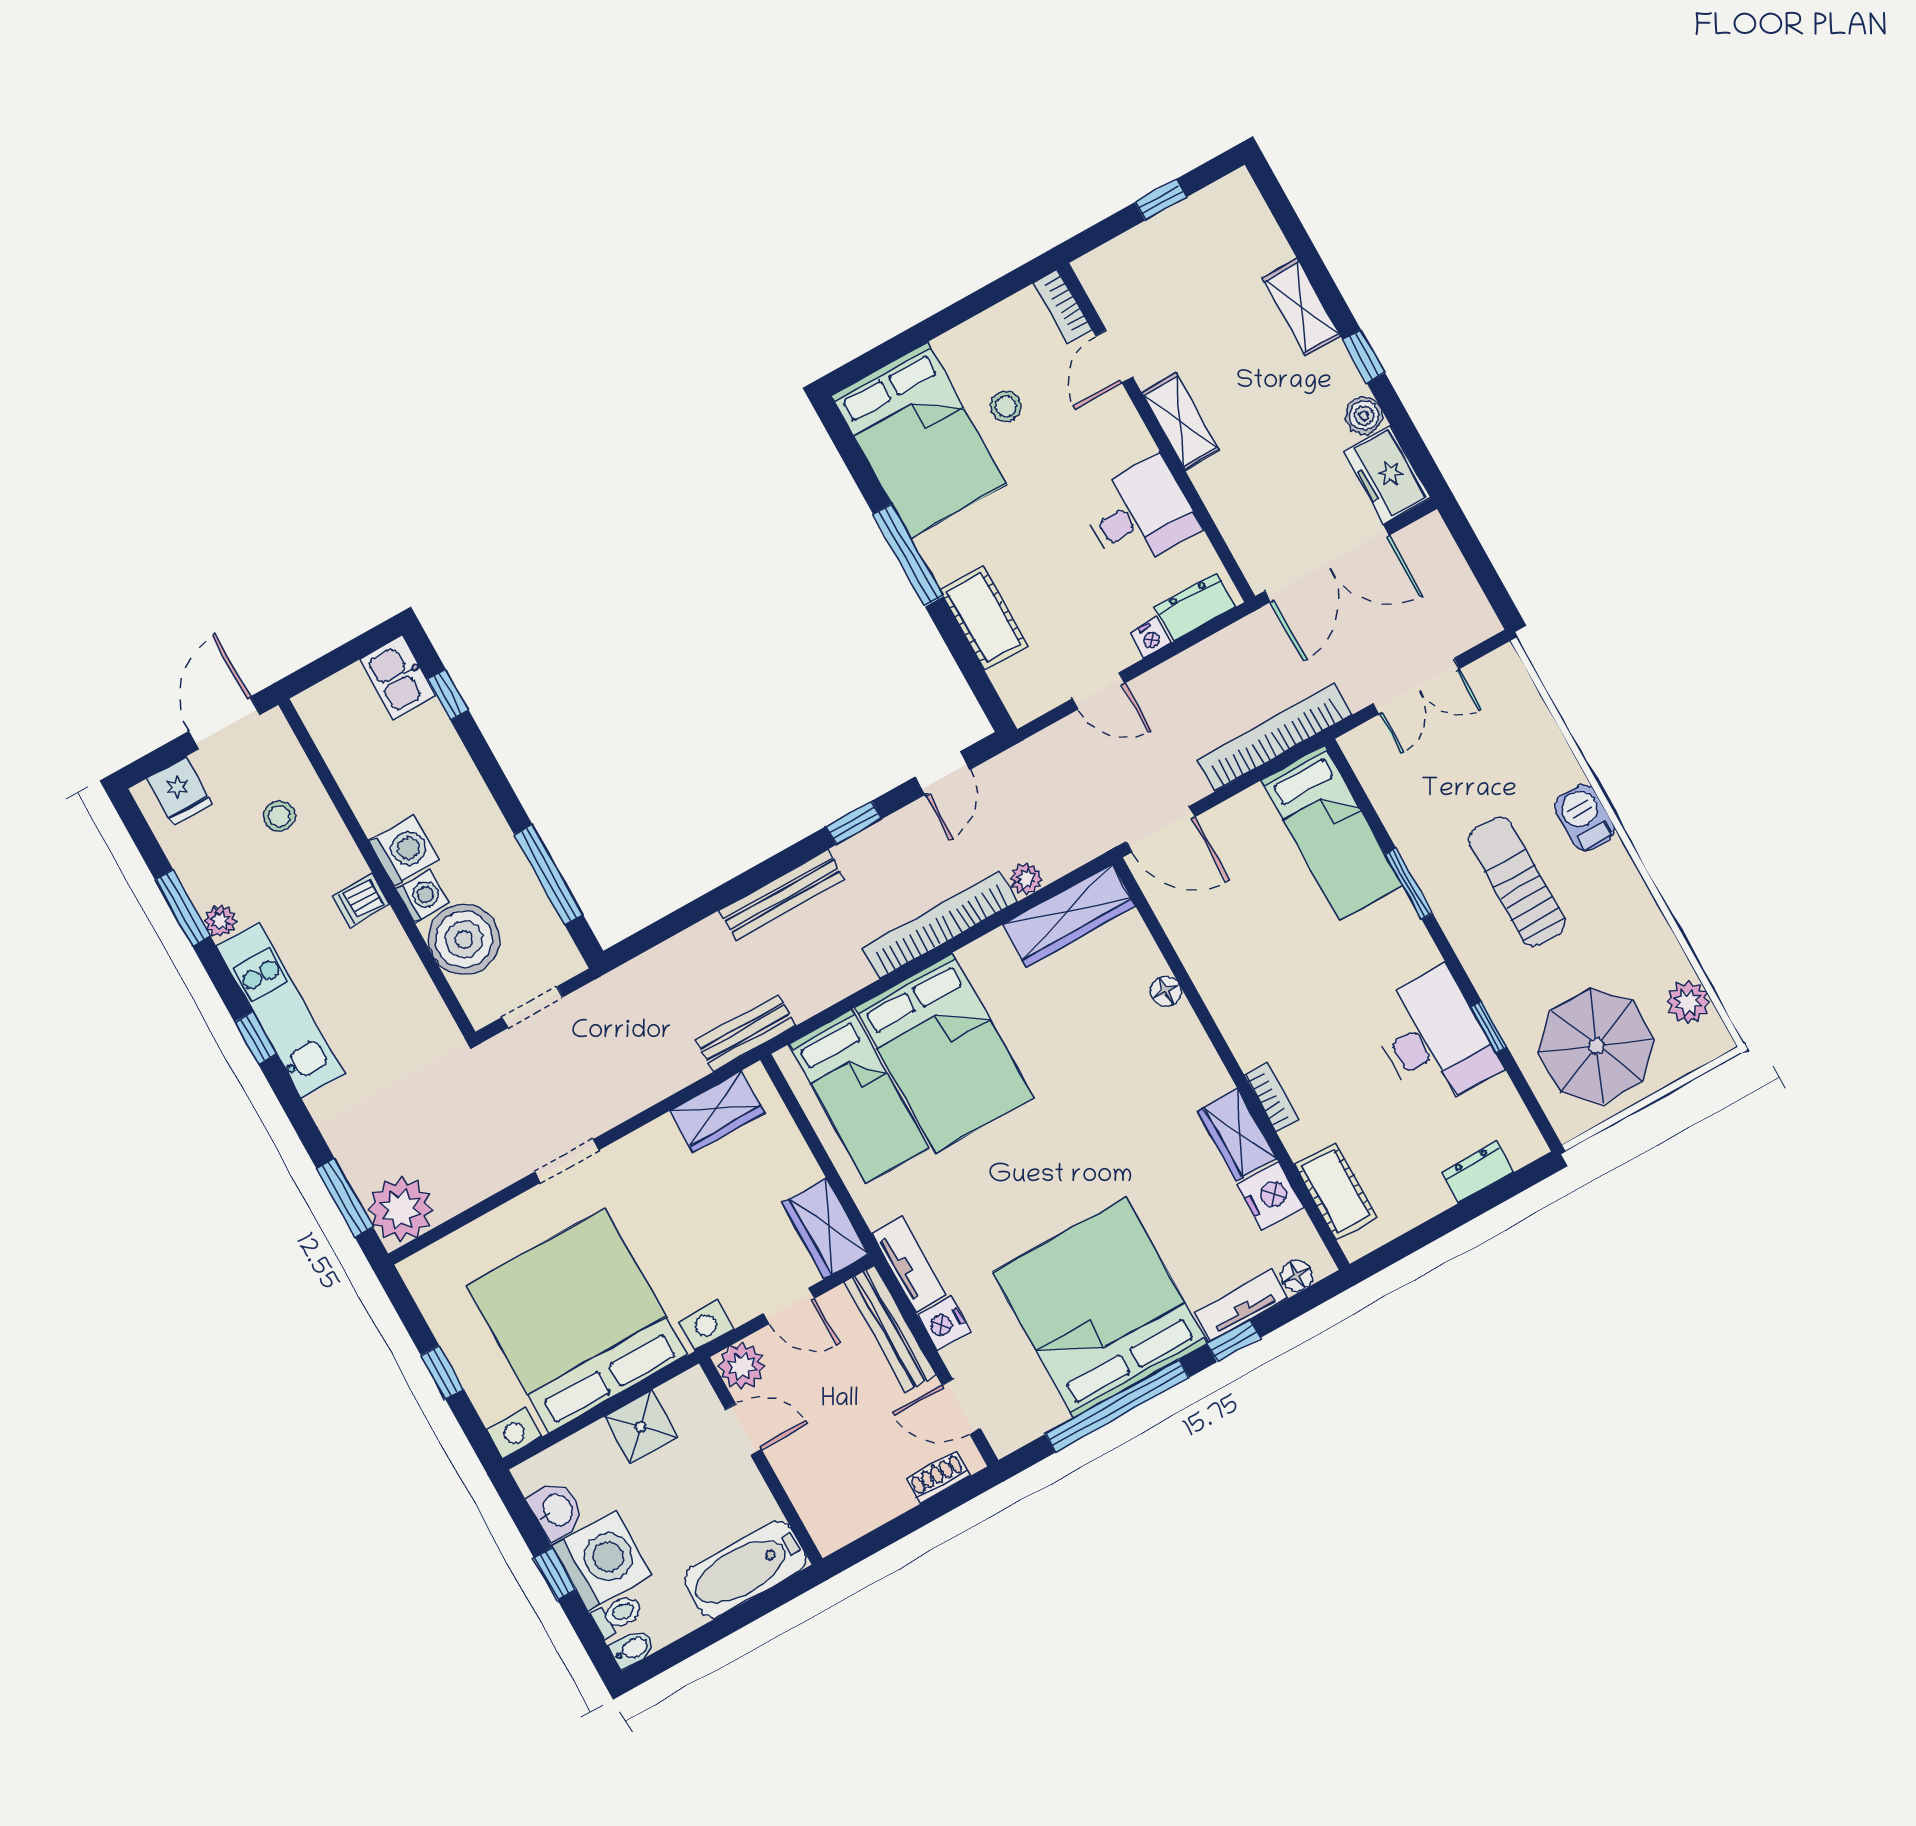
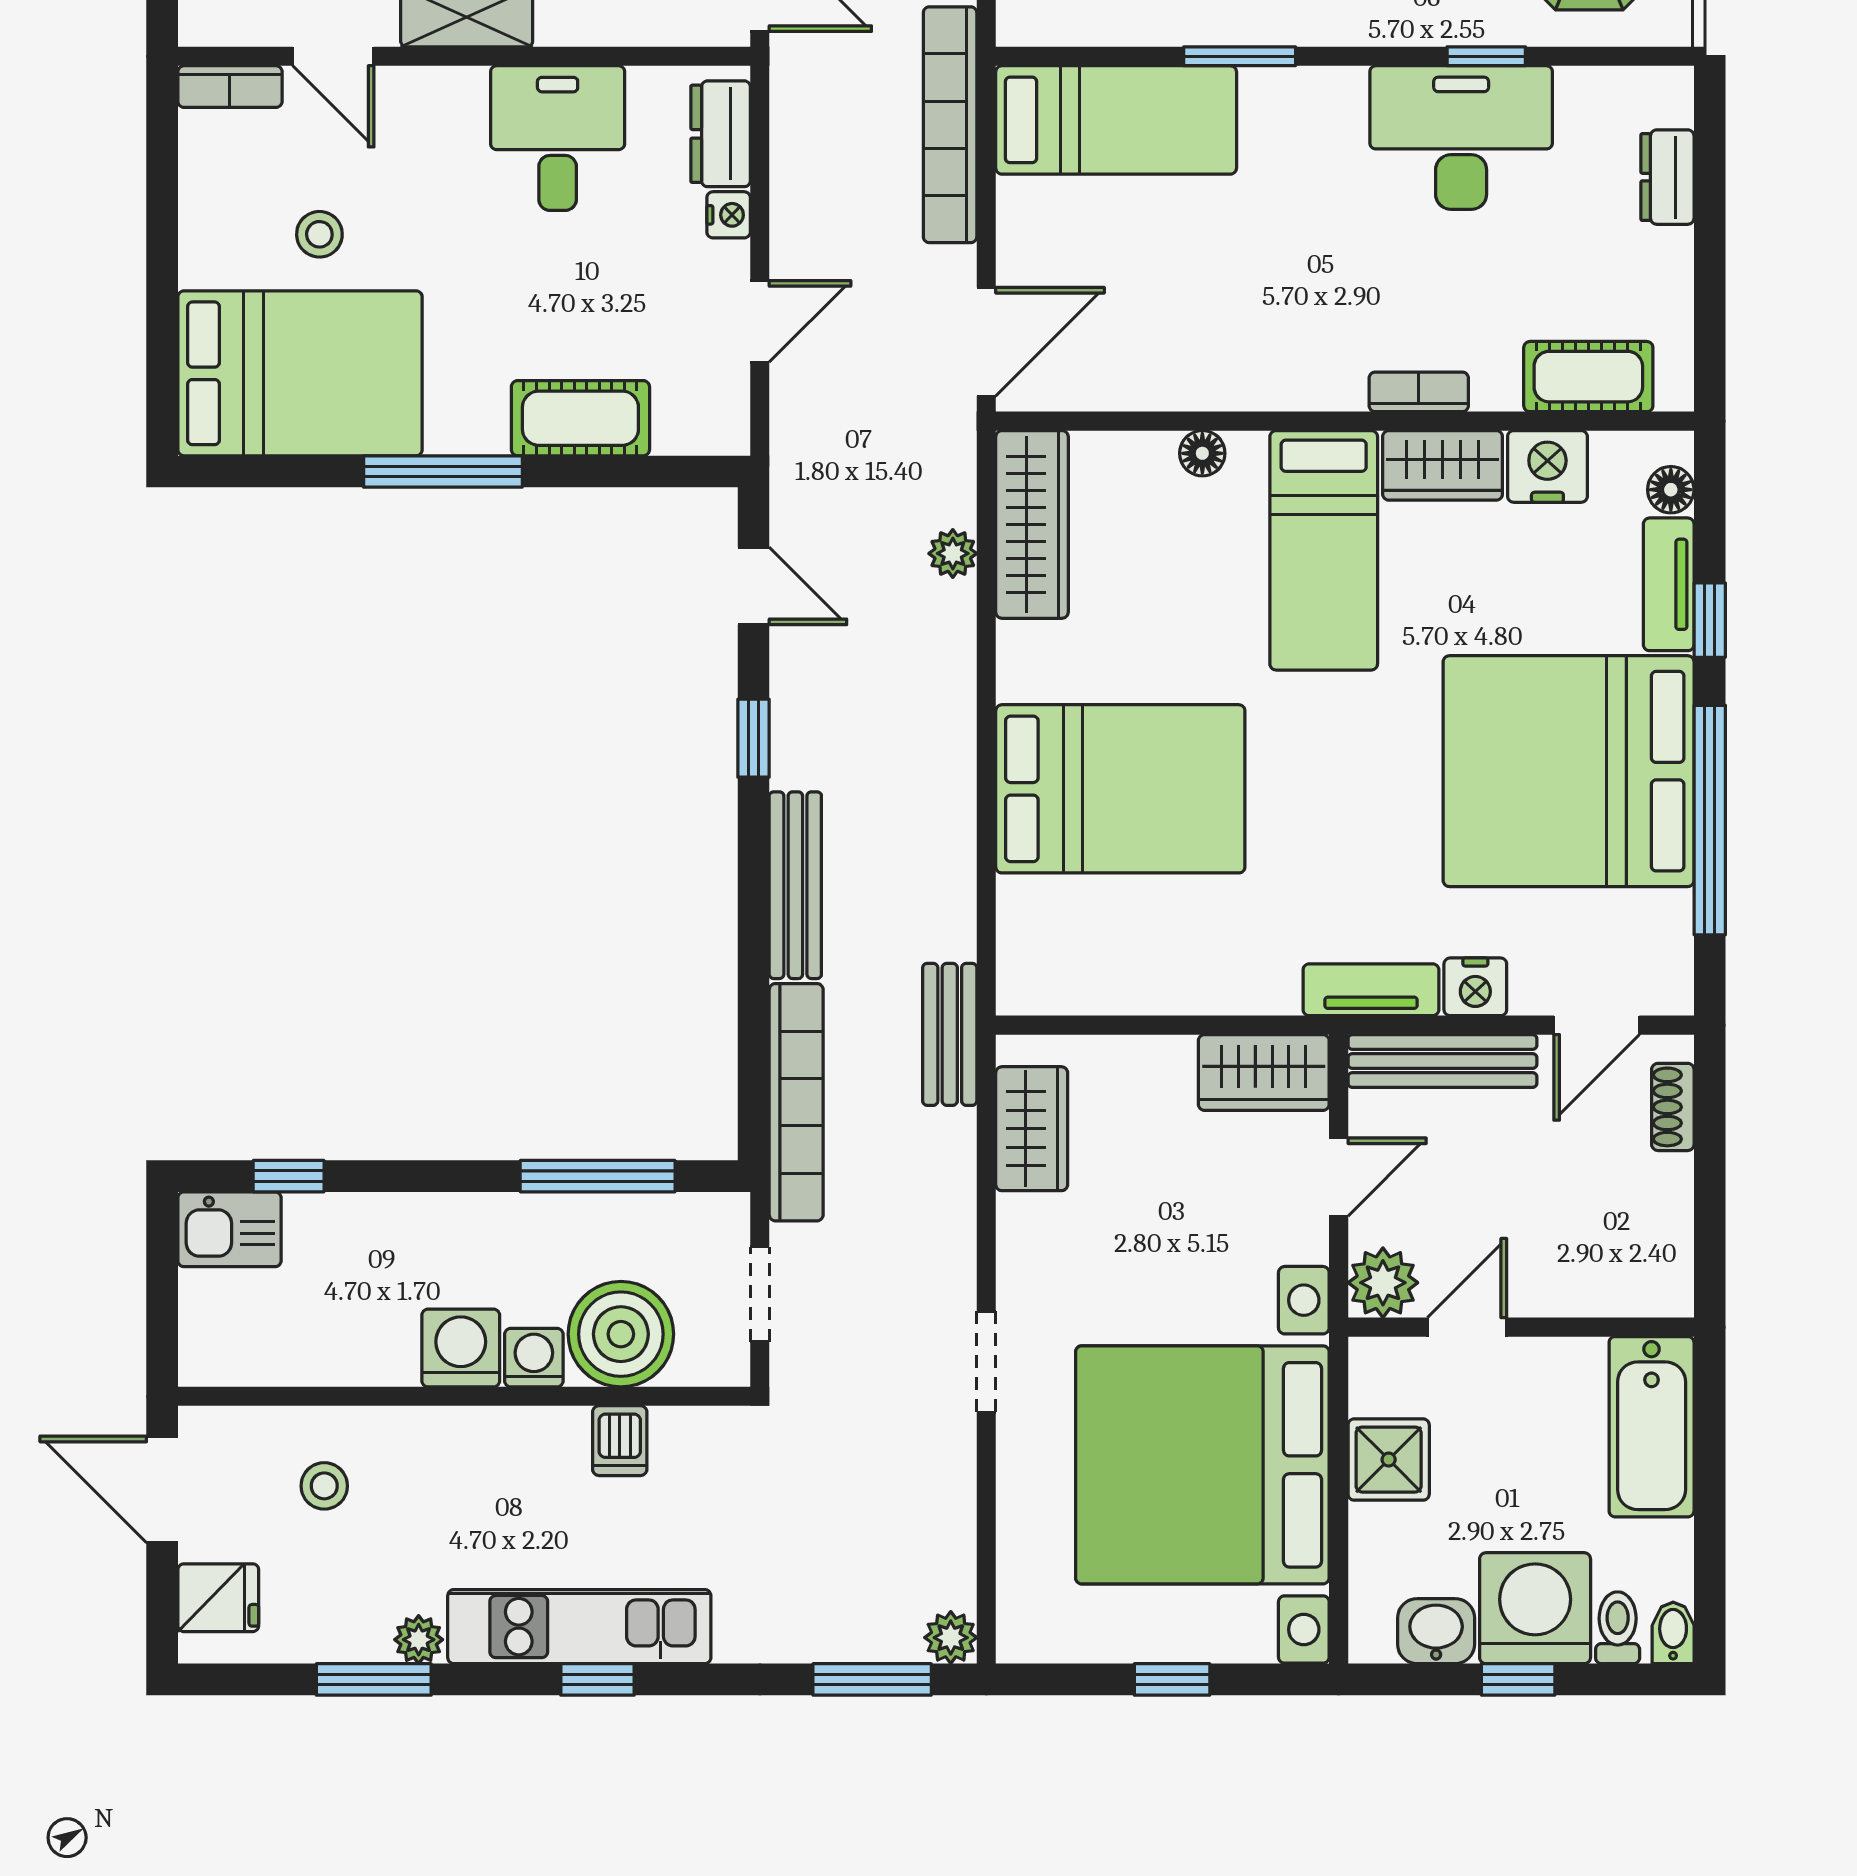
dishwasher: (361, 900) -> (620, 1441), moved
bookcase: (939, 925) -> (796, 1102), moved, turned 180
bed: (859, 1096) -> (1324, 550), moved, turned 90
plant: (401, 1209) -> (951, 1638), width x0.53, depth x0.53

